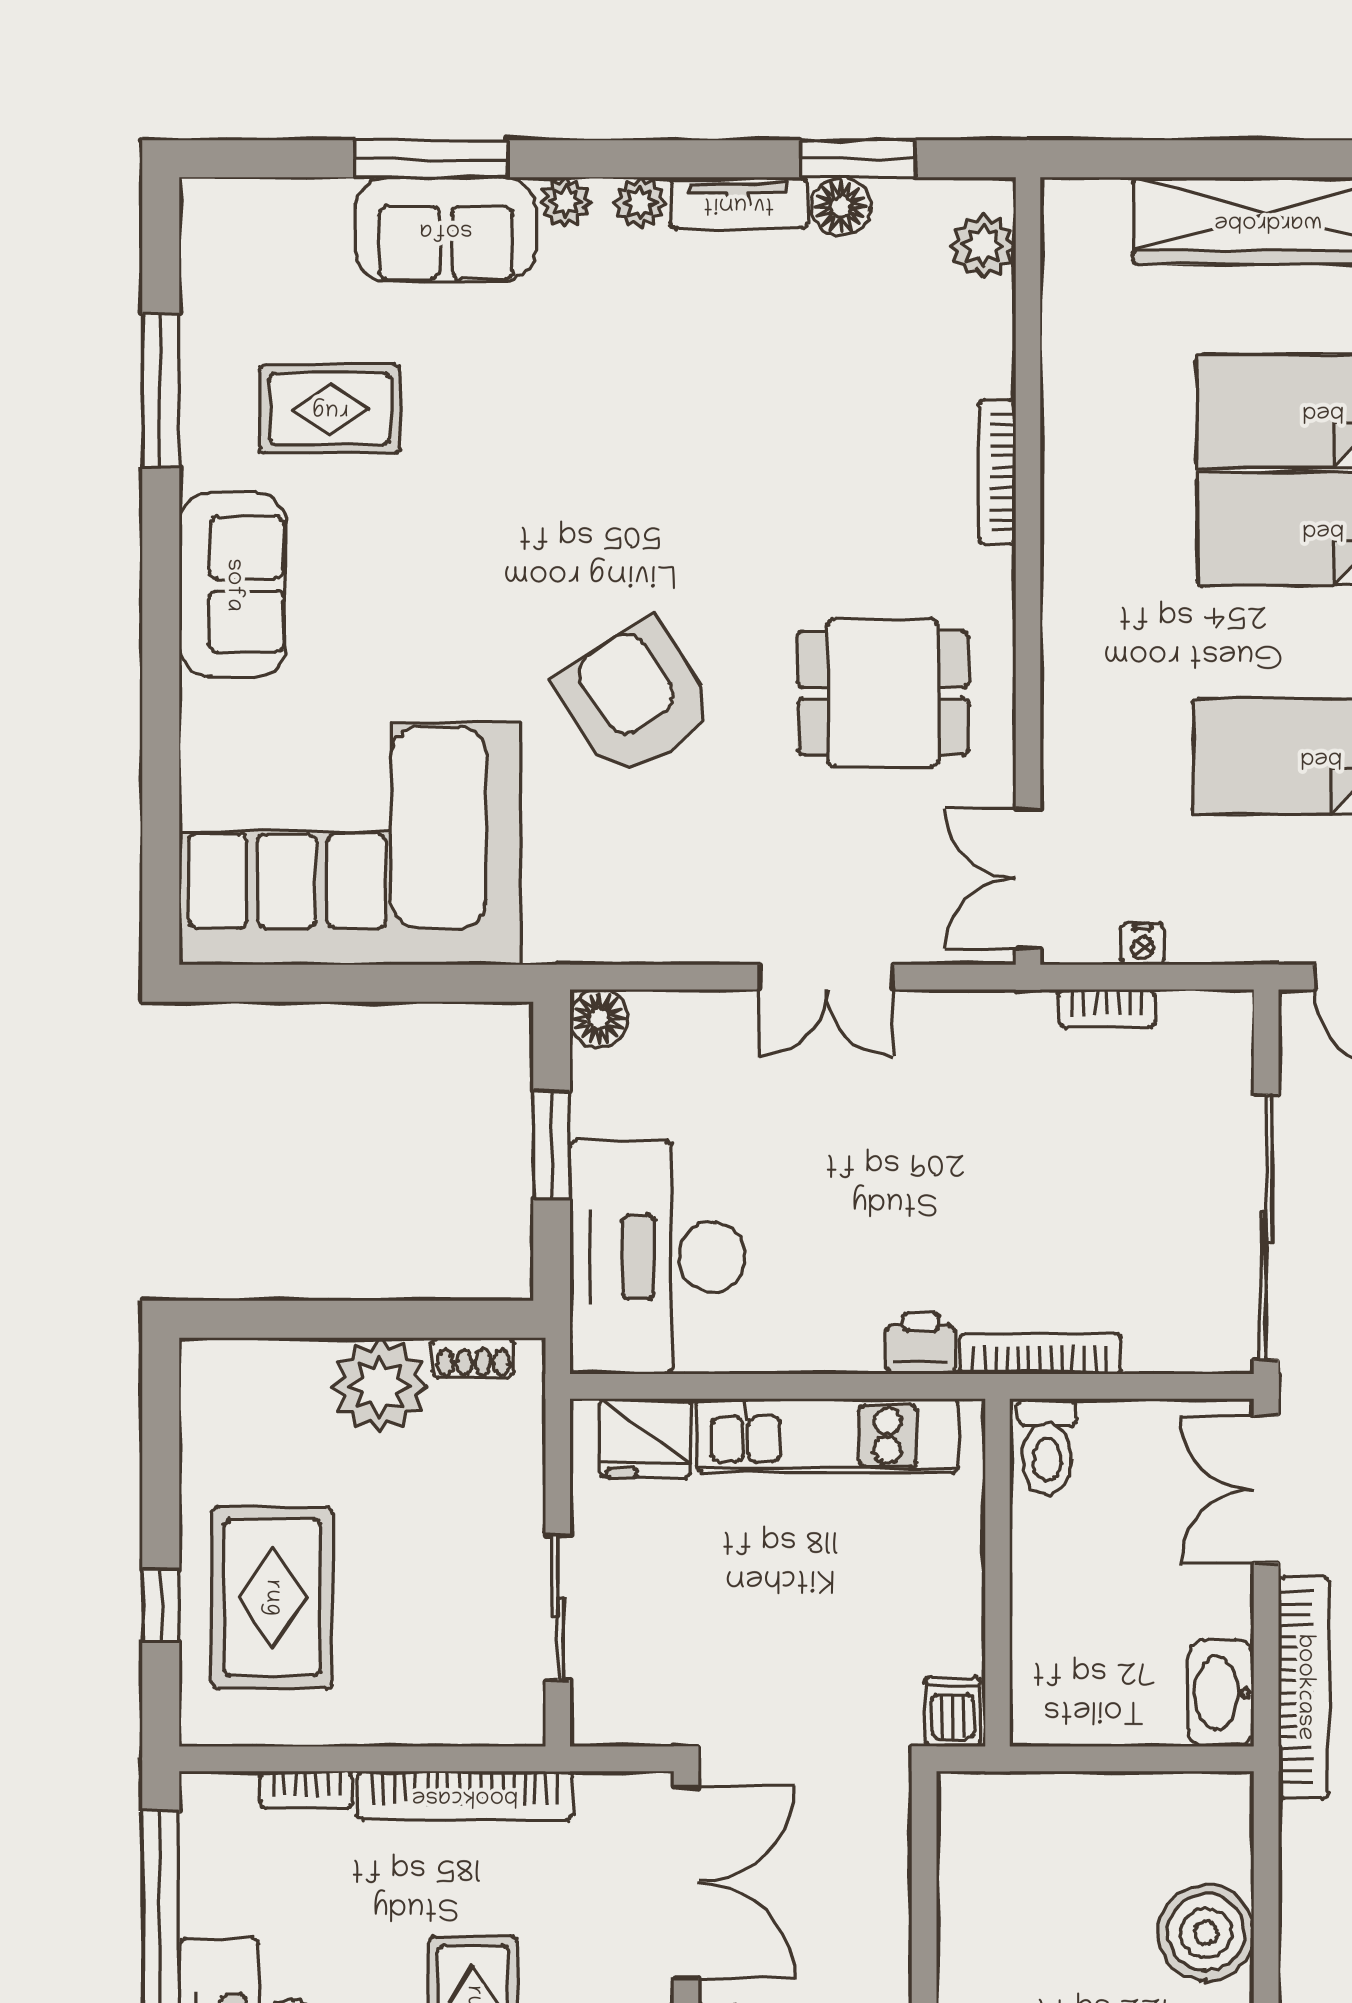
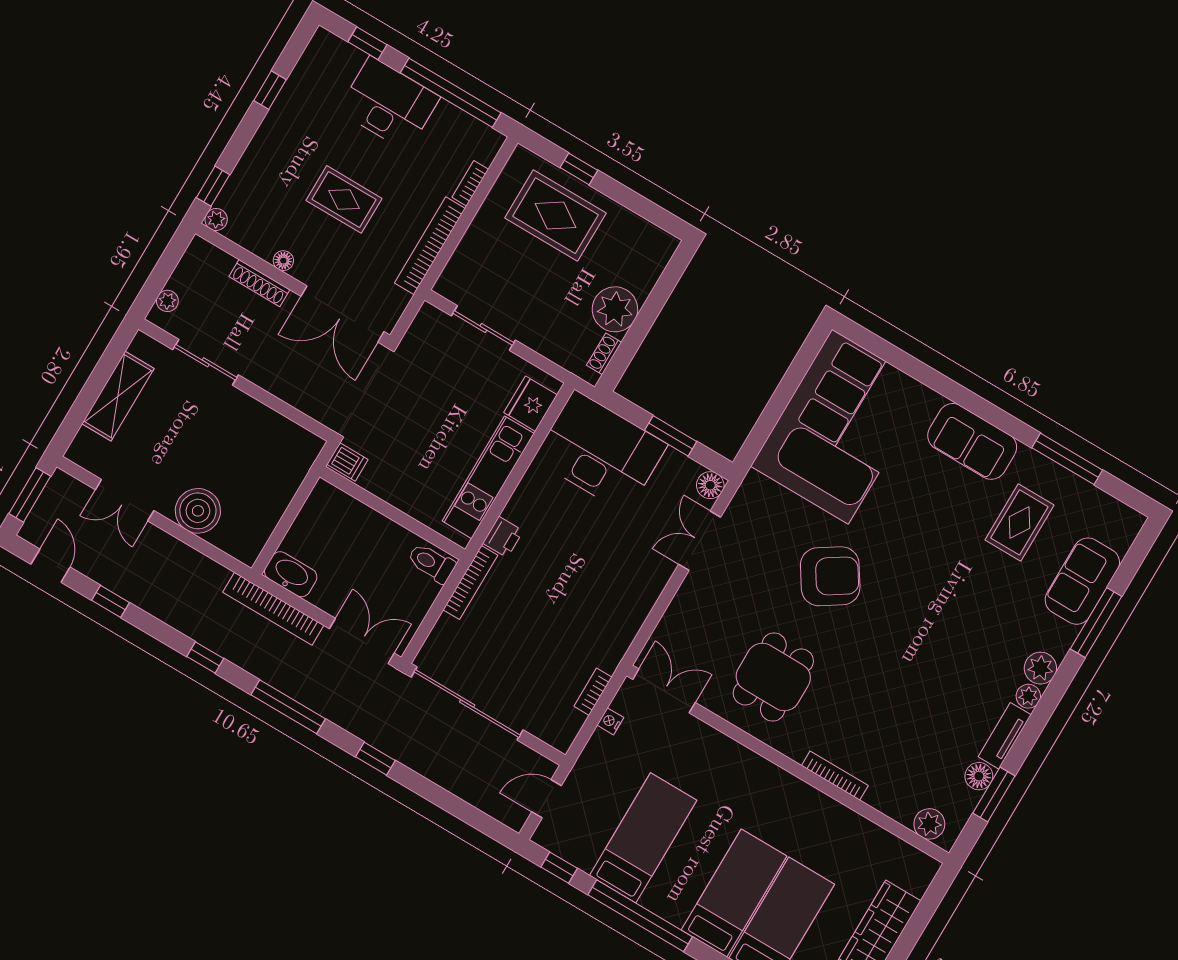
plant: (566, 202) -> (1040, 668), width x1.38, depth x1.38
sofa: (446, 229) -> (1082, 581), moved
double door: (826, 977) -> (700, 541), moved

